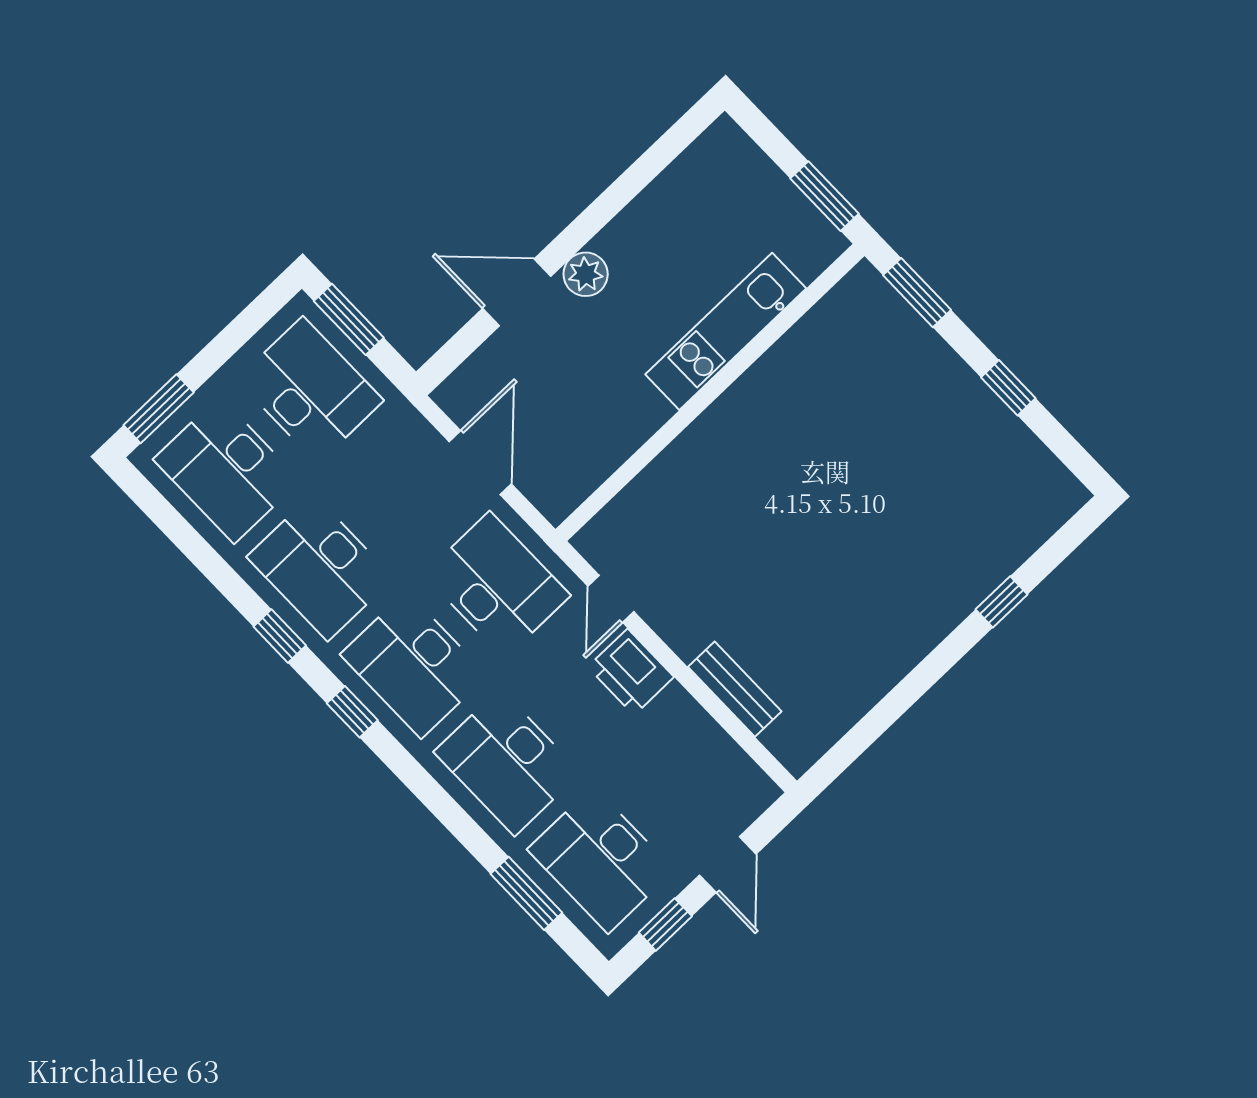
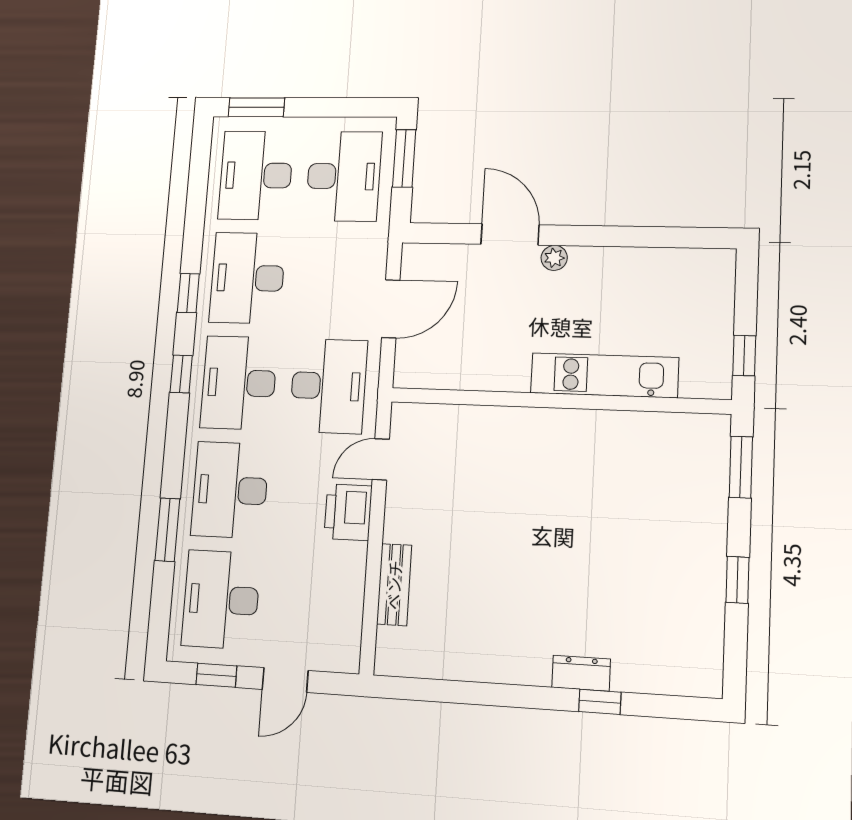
window: (824, 196) -> (744, 356), width x0.67
plant: (586, 274) -> (554, 258), width x0.73, depth x0.73
dresser: (963, 595) -> (581, 673), added
window: (526, 893) -> (167, 530), moved

